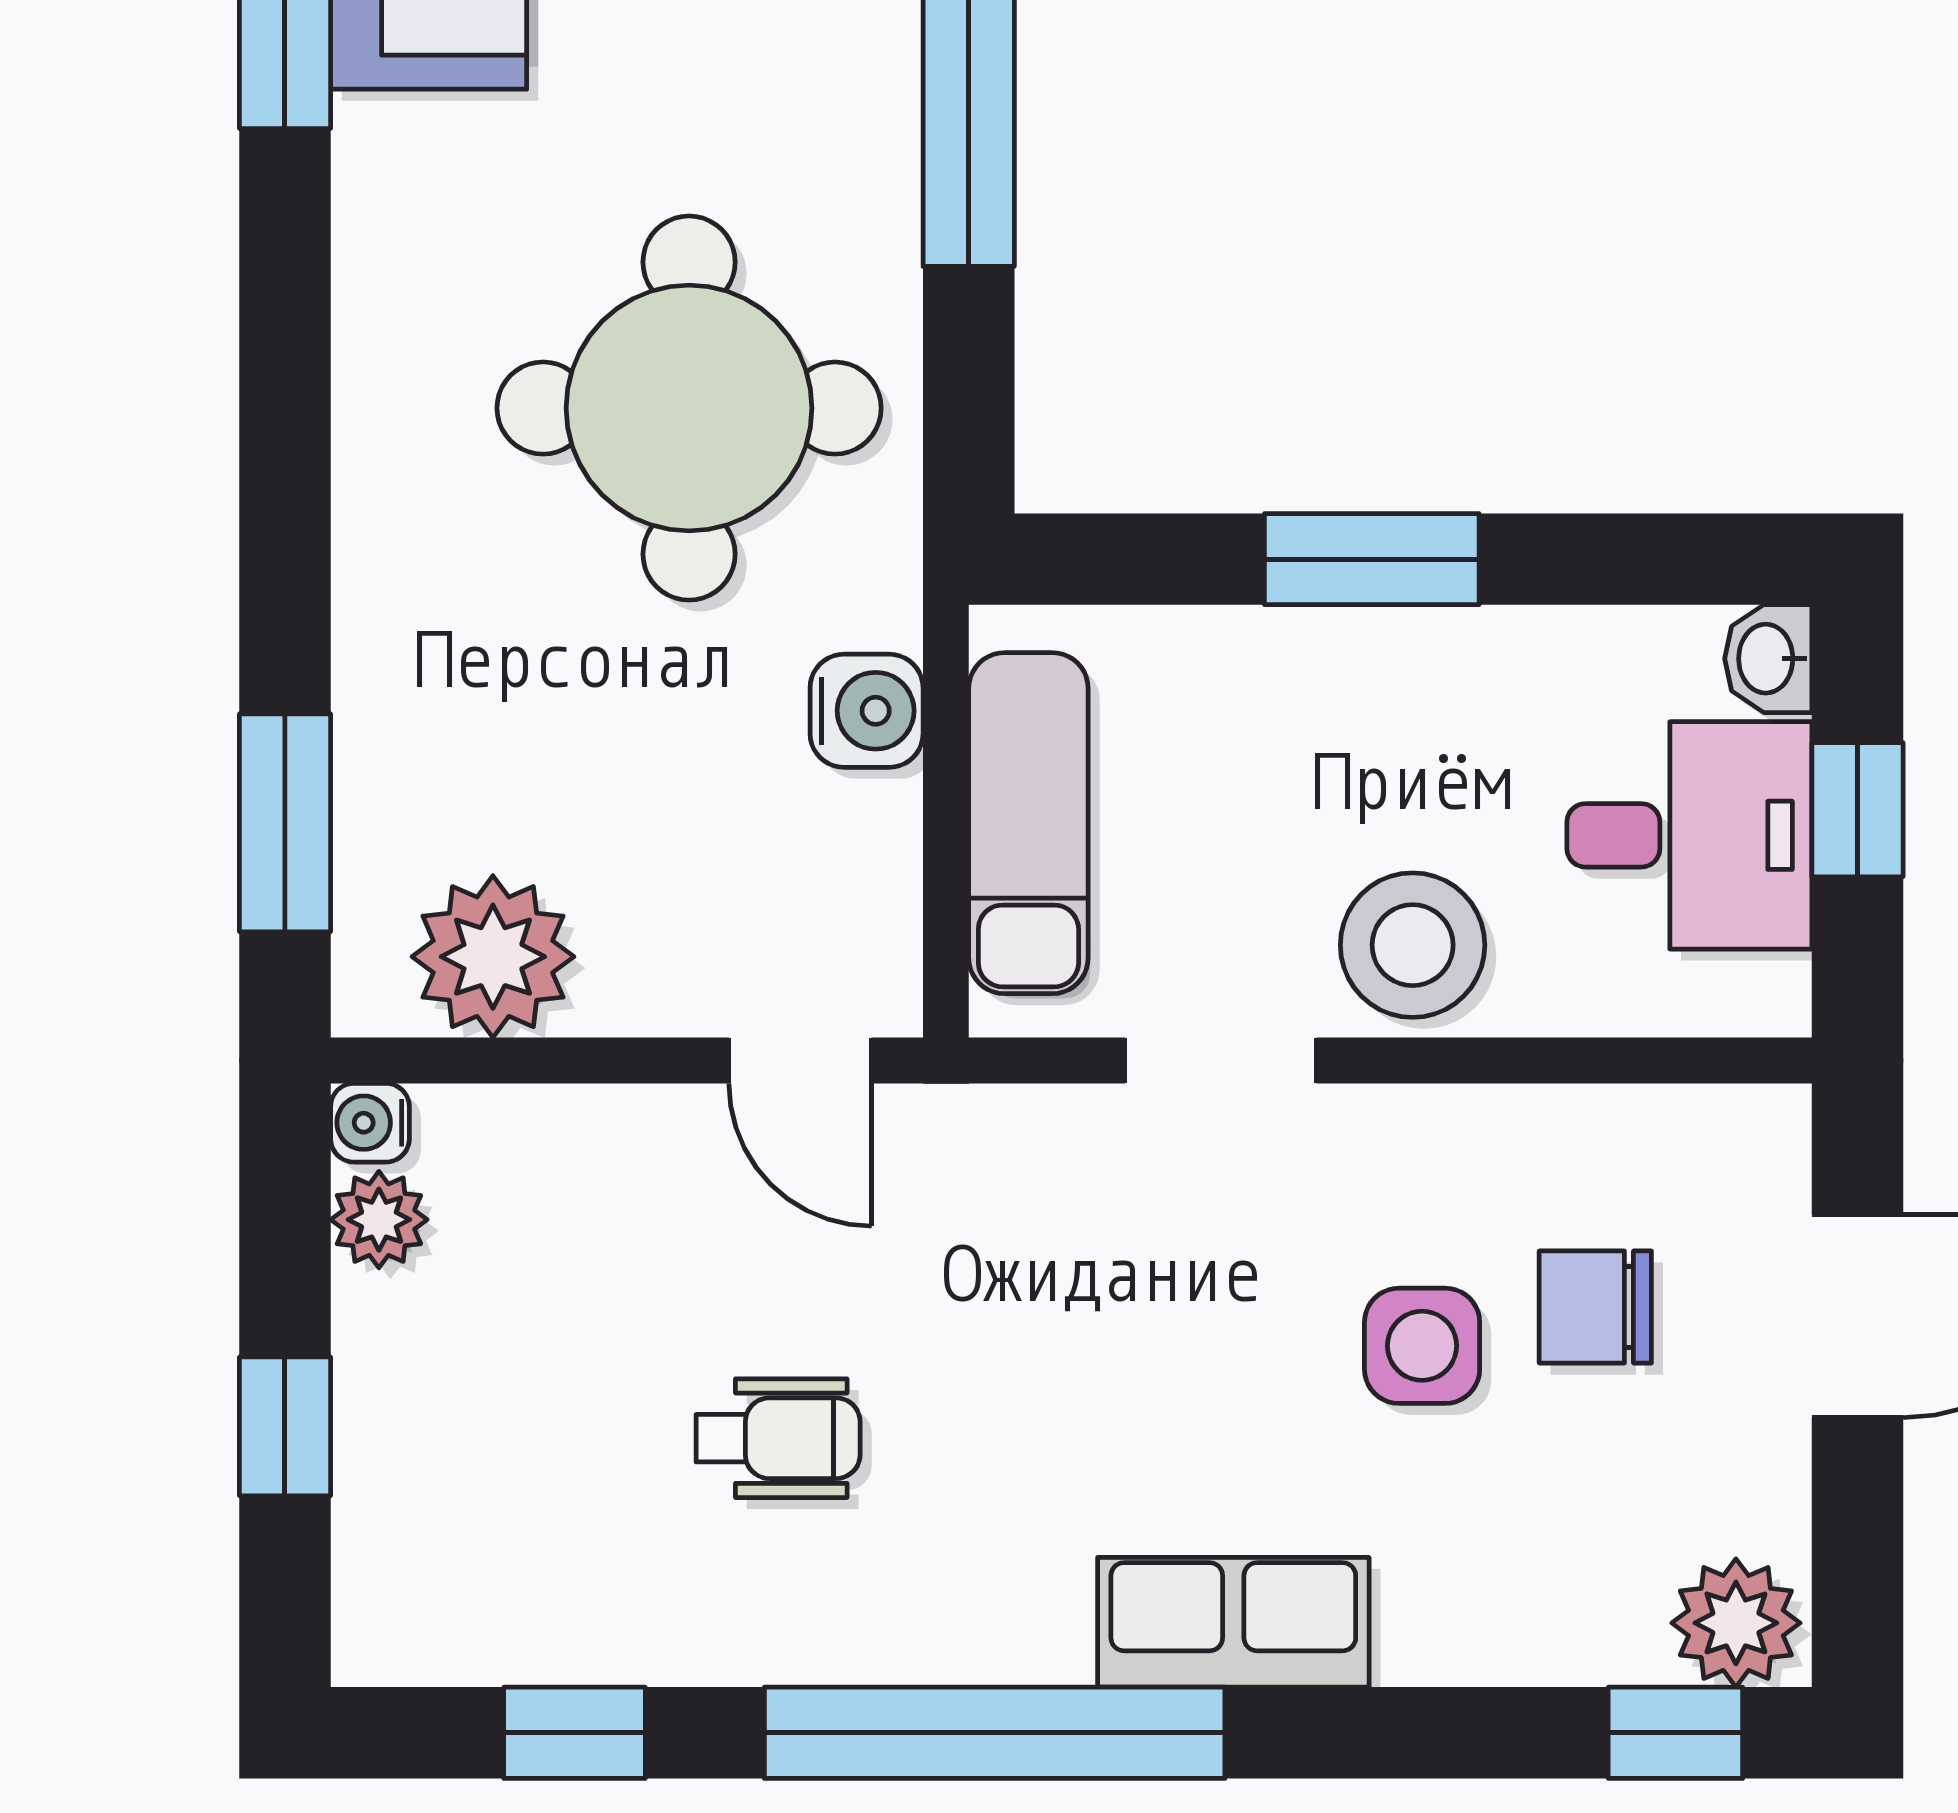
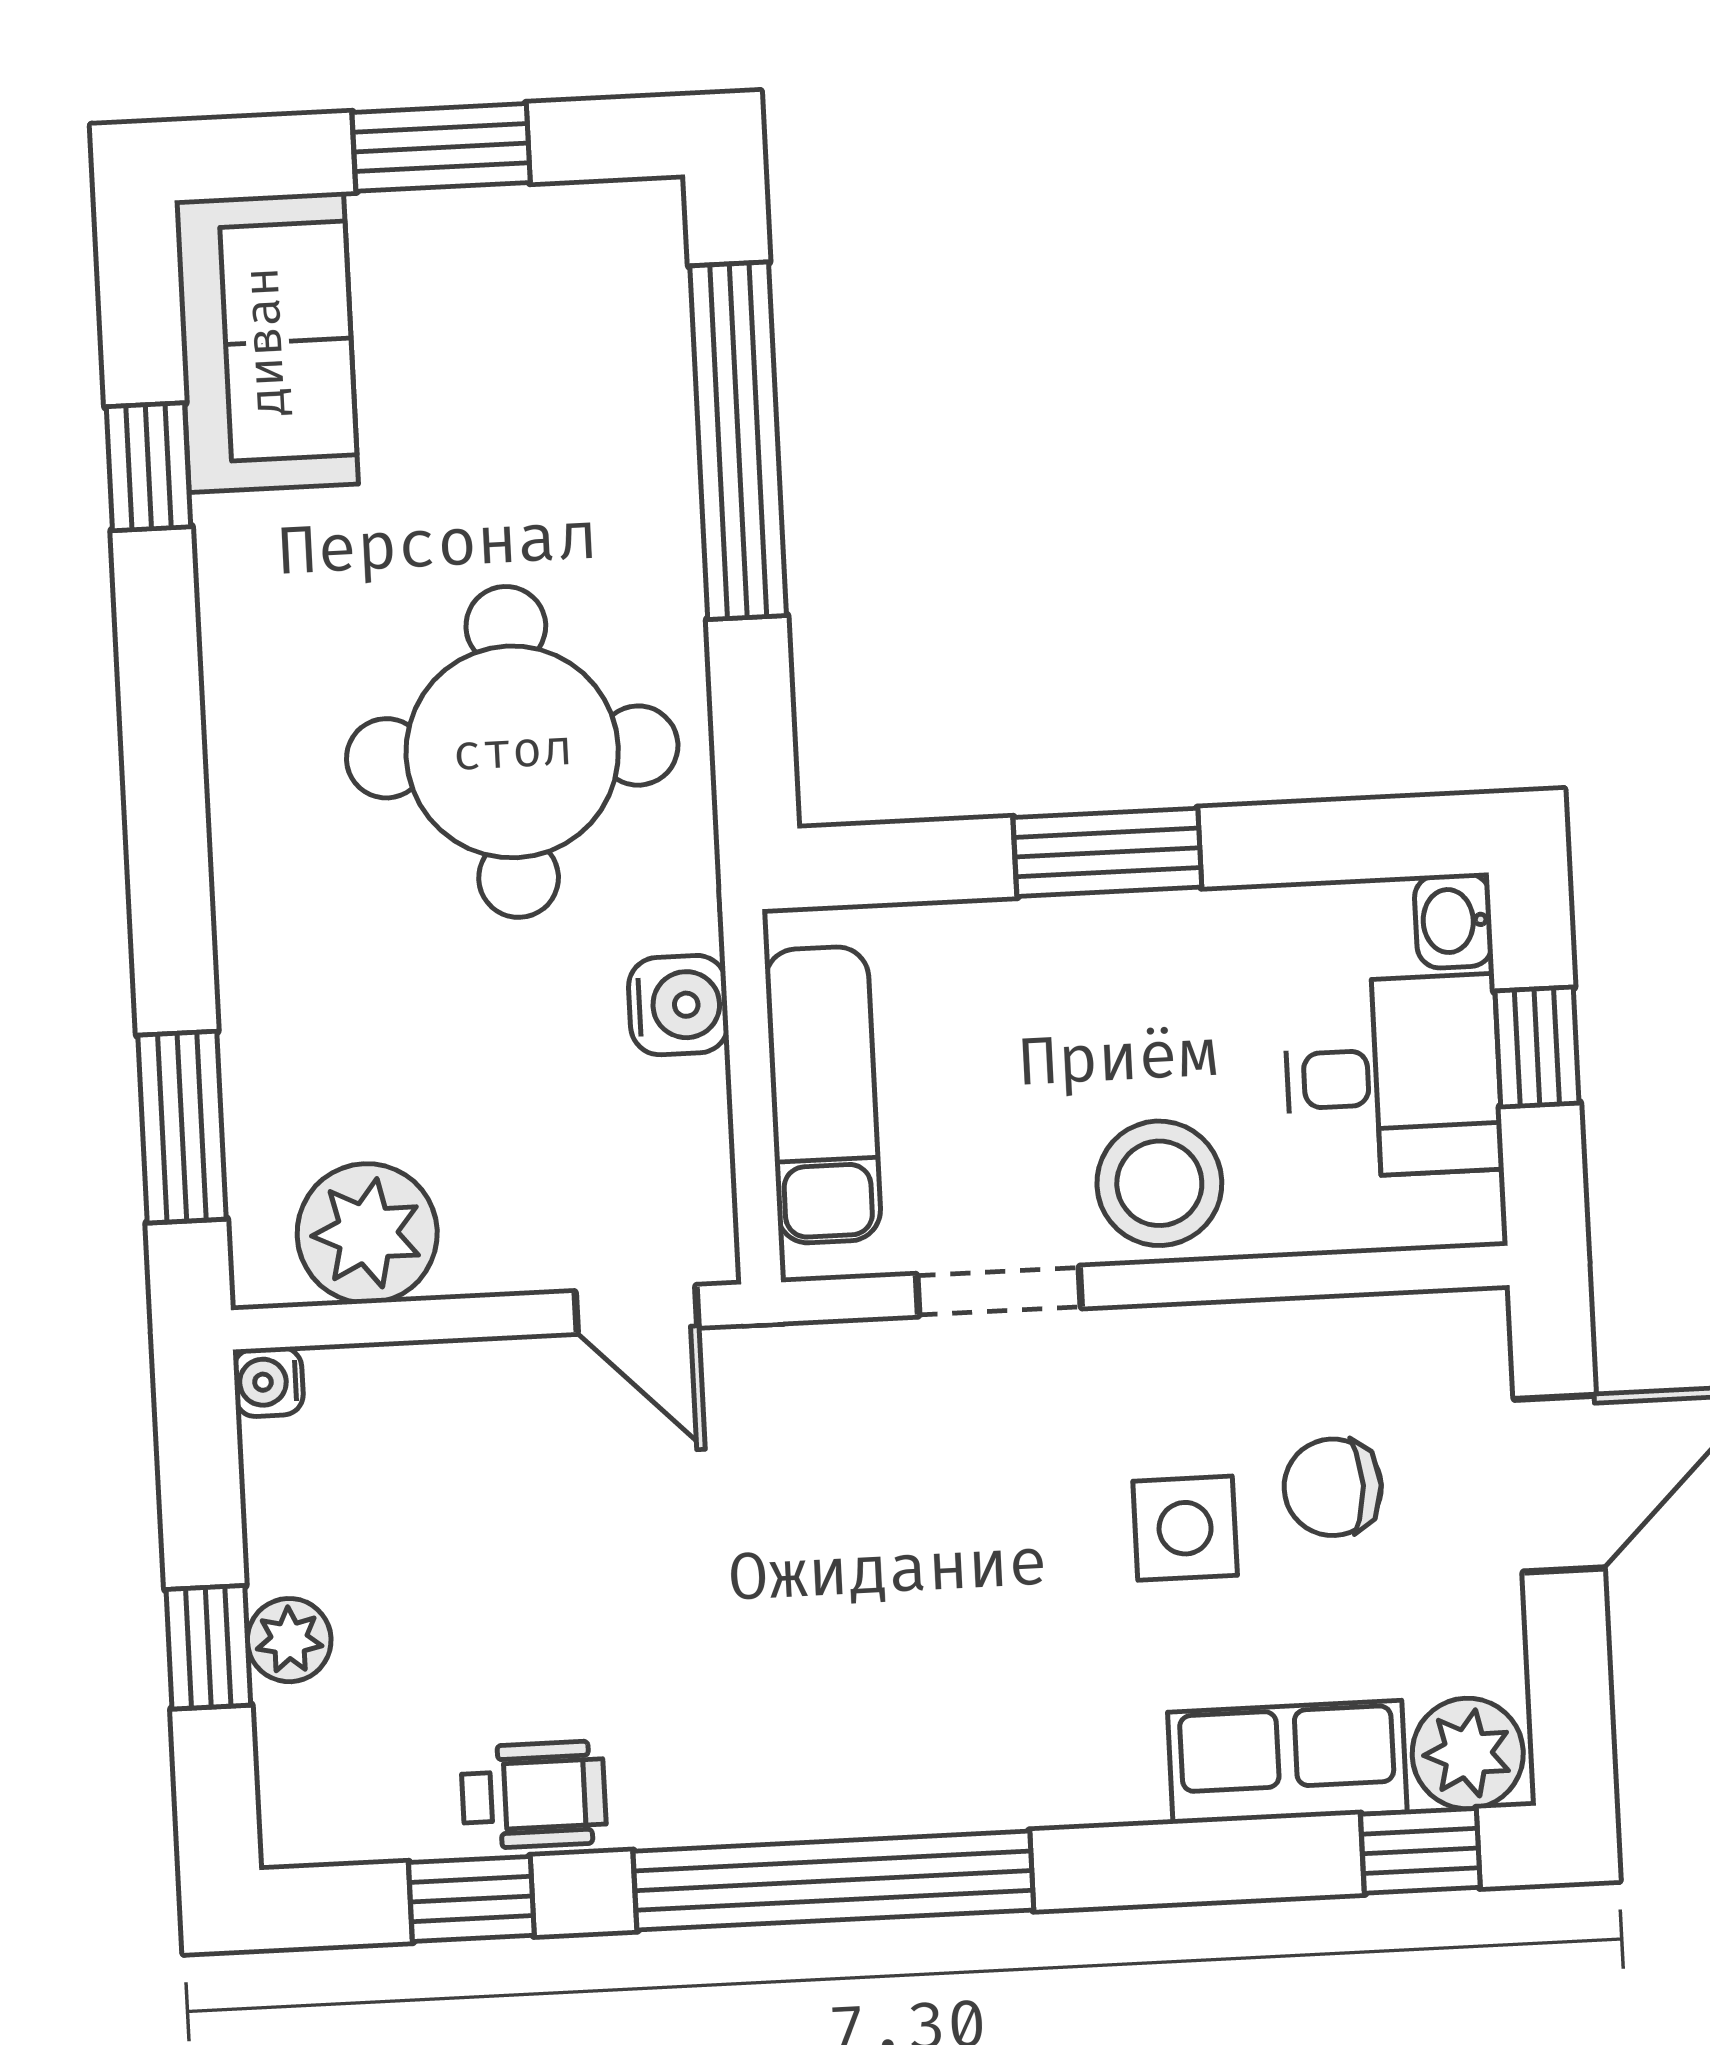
plant: (379, 1220) -> (289, 1640), moved
wheelchair: (778, 1438) -> (534, 1795), moved
row of seats: (1233, 1622) -> (1287, 1762), moved

